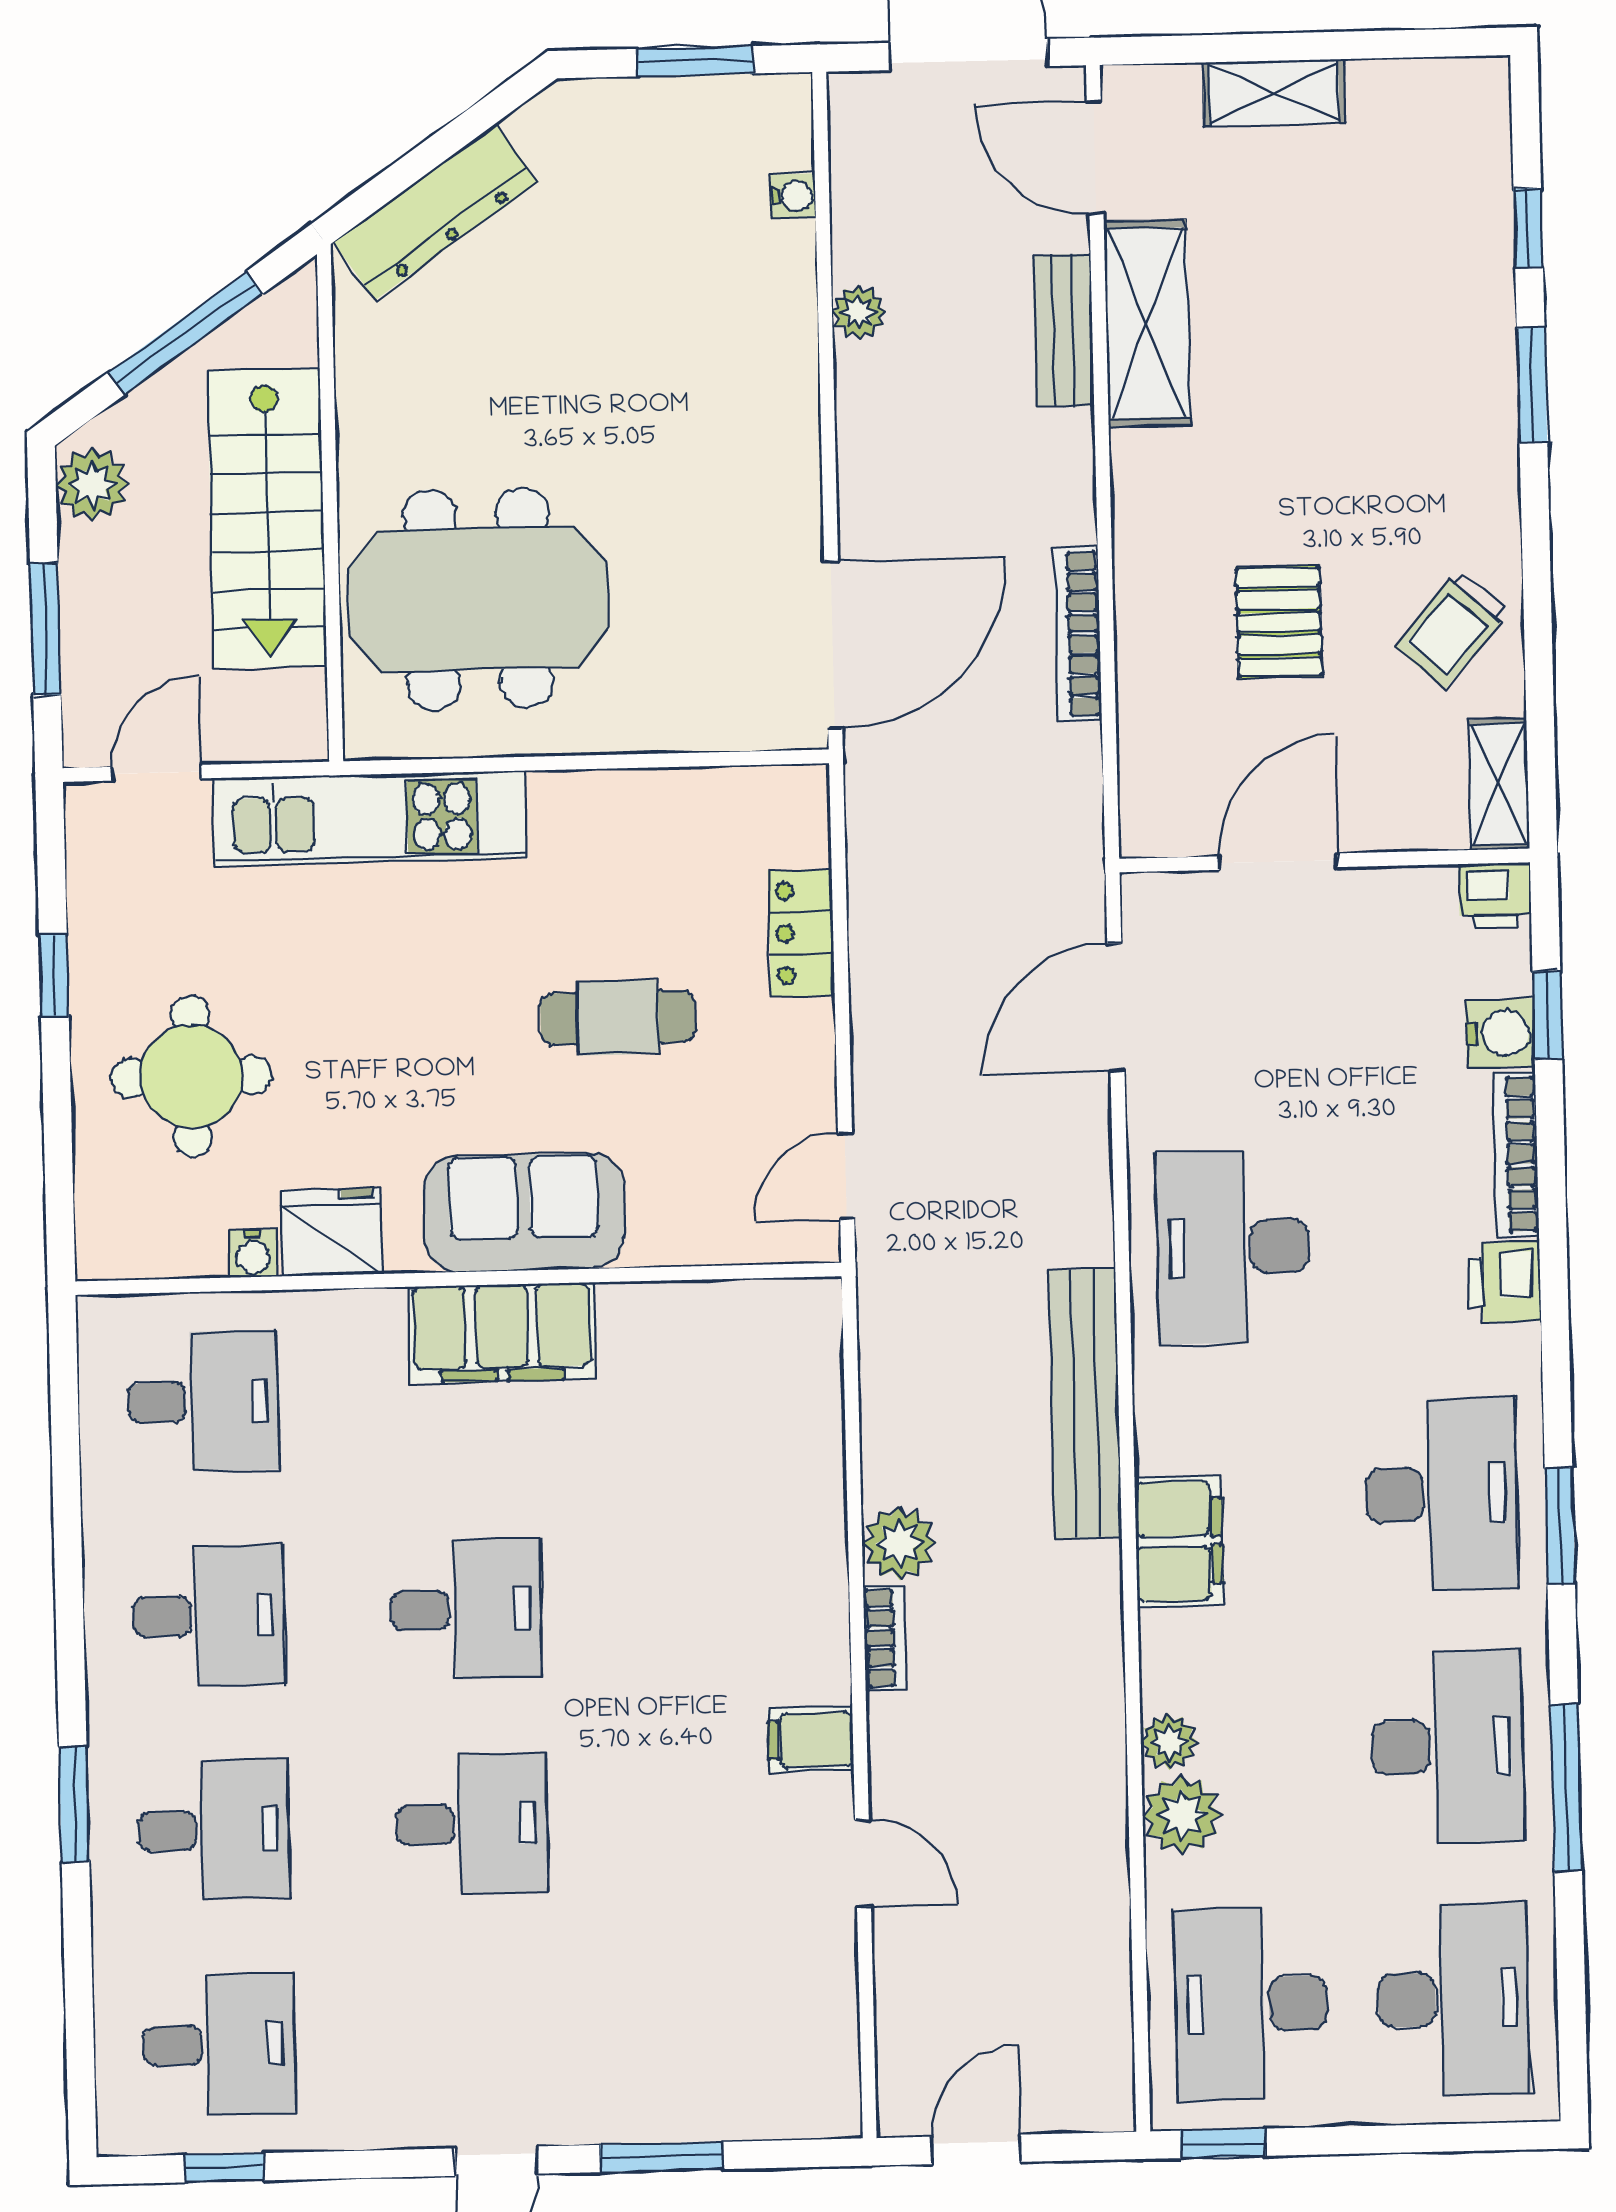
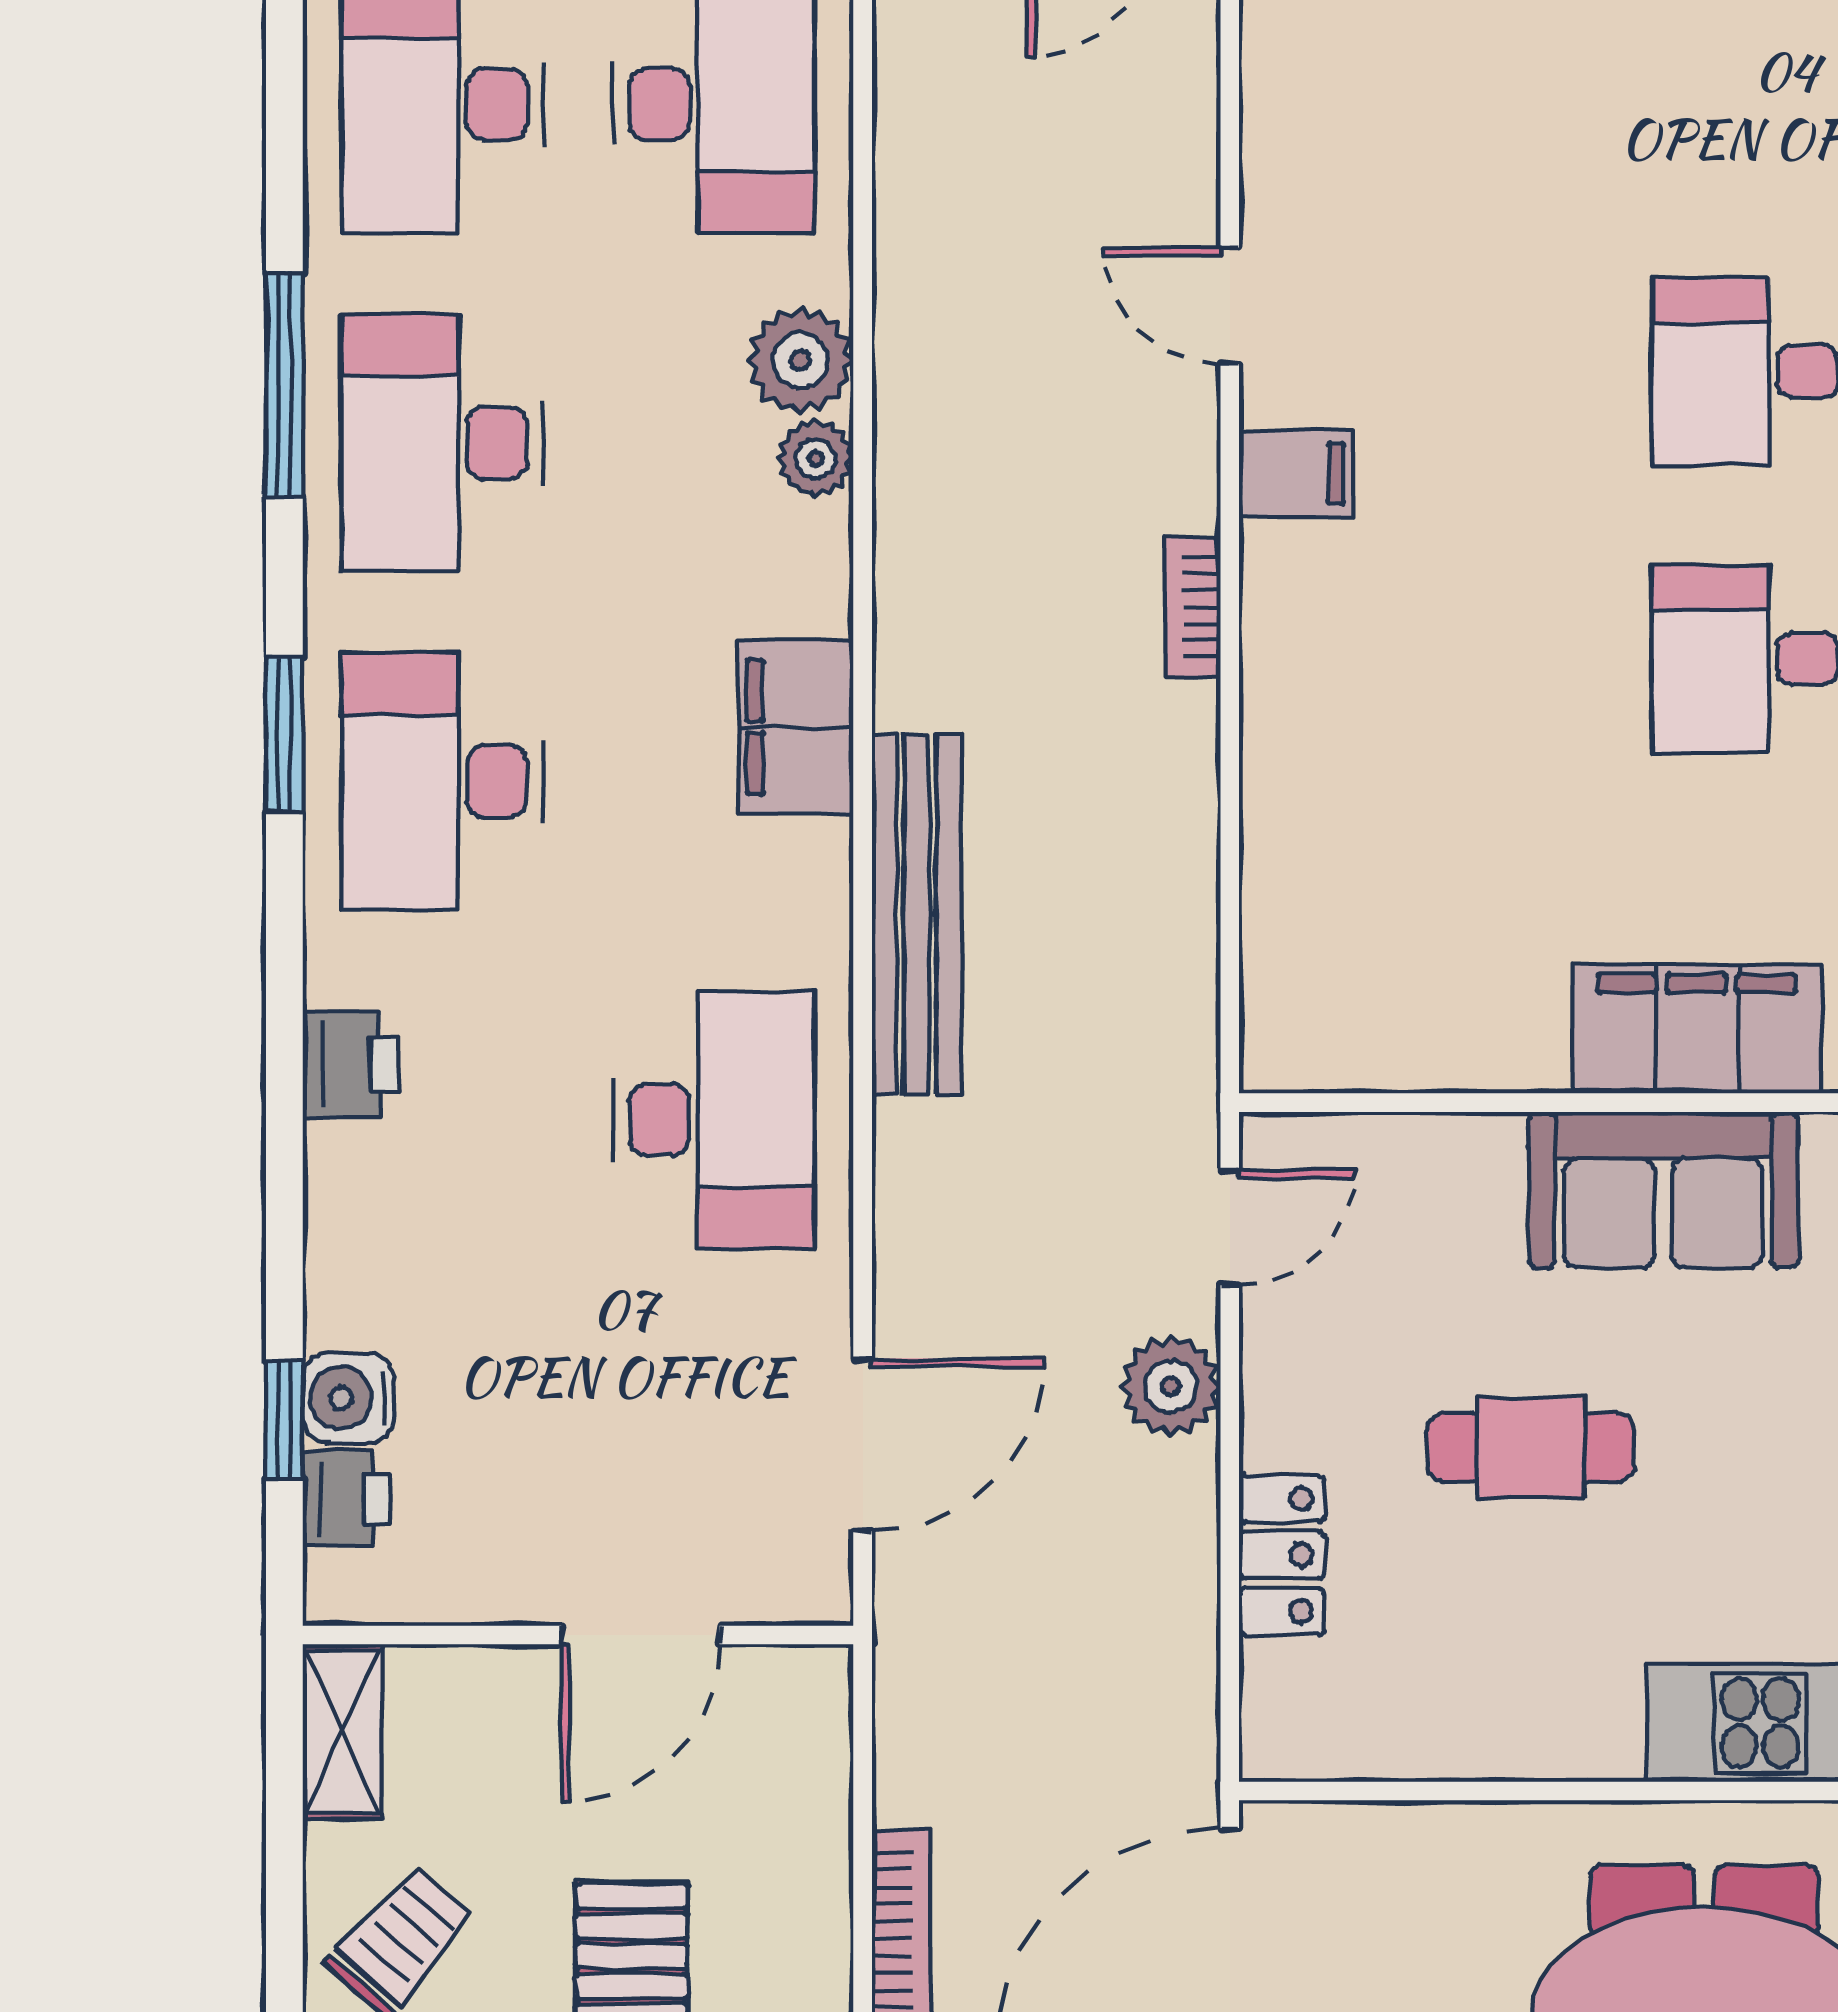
printer: (1495, 896) -> (346, 1499), moved, turned 90
bookcase: (1516, 1154) -> (331, 1235), removed
plant: (899, 1543) -> (1171, 1386), moved

